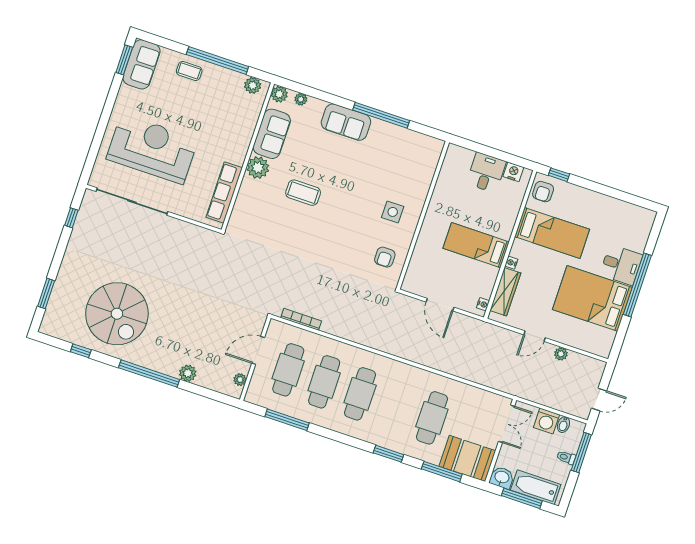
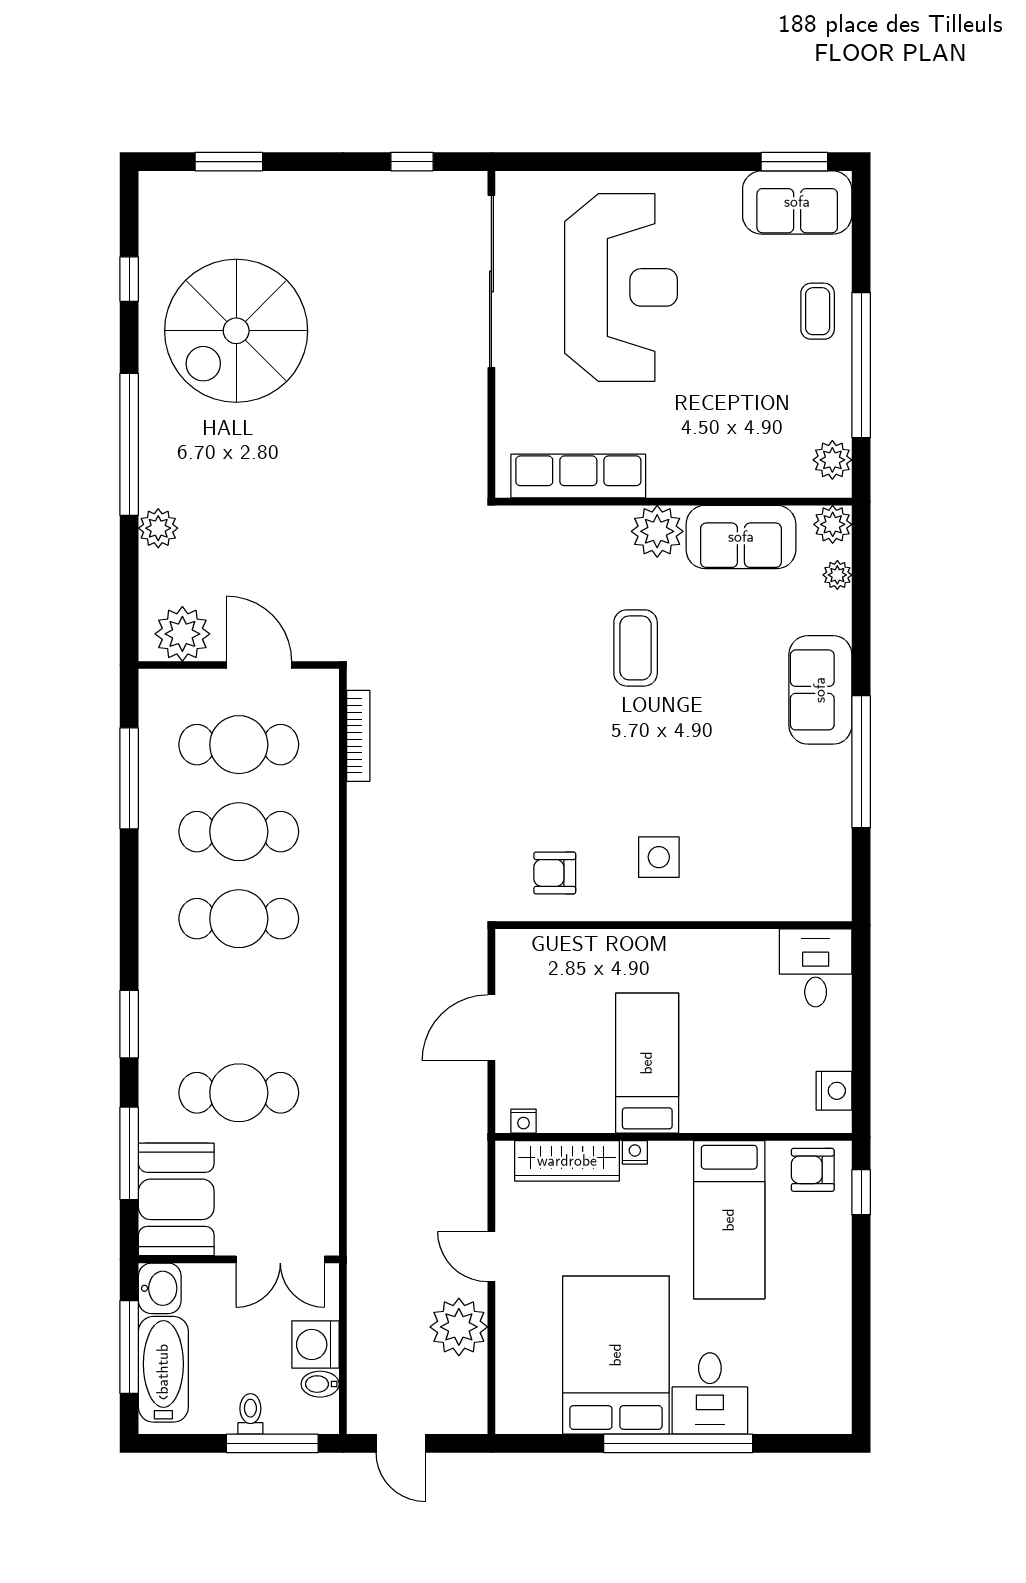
desk: (486, 173) -> (816, 968), moved, turned -90
plant: (561, 354) -> (459, 1327), width x1.88, depth x1.88
plant: (240, 380) -> (182, 634), width x1.88, depth x1.88

